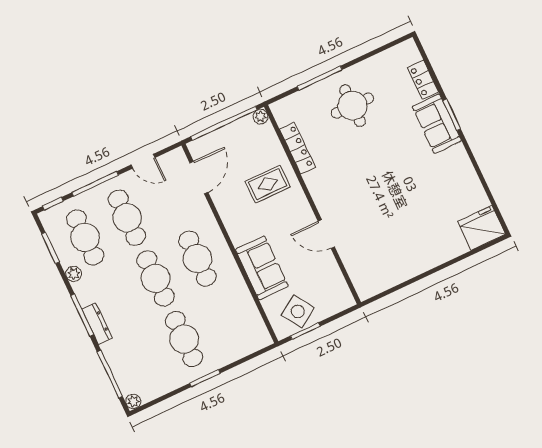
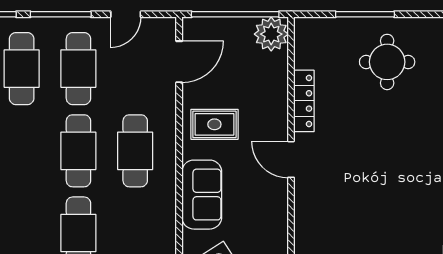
plant: (260, 117) -> (271, 34), width x1.87, depth x1.87
locker: (297, 148) -> (304, 101), moved
door: (143, 161) -> (126, 14), hinge flipped
rug: (268, 184) -> (214, 124), moved
door: (326, 234) -> (291, 159), moved

